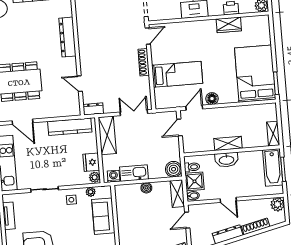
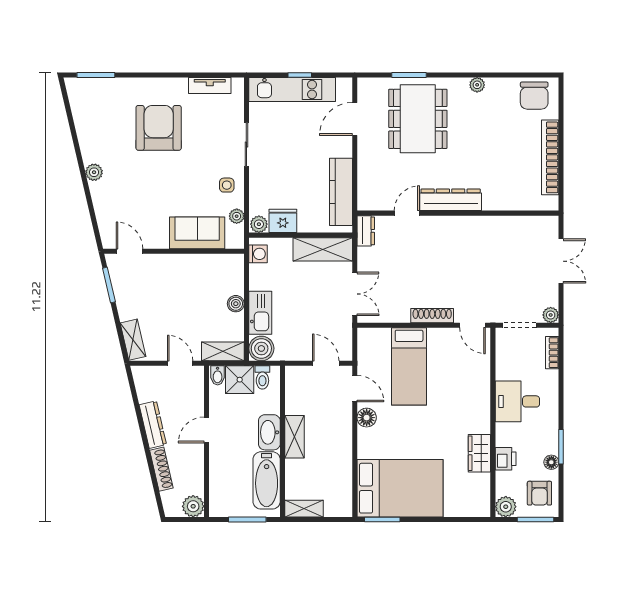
dresser: (67, 37) -> (451, 200), moved
bathtub: (273, 167) -> (267, 480), moved, turned -90
kitchen sink: (134, 173) -> (260, 313), moved

